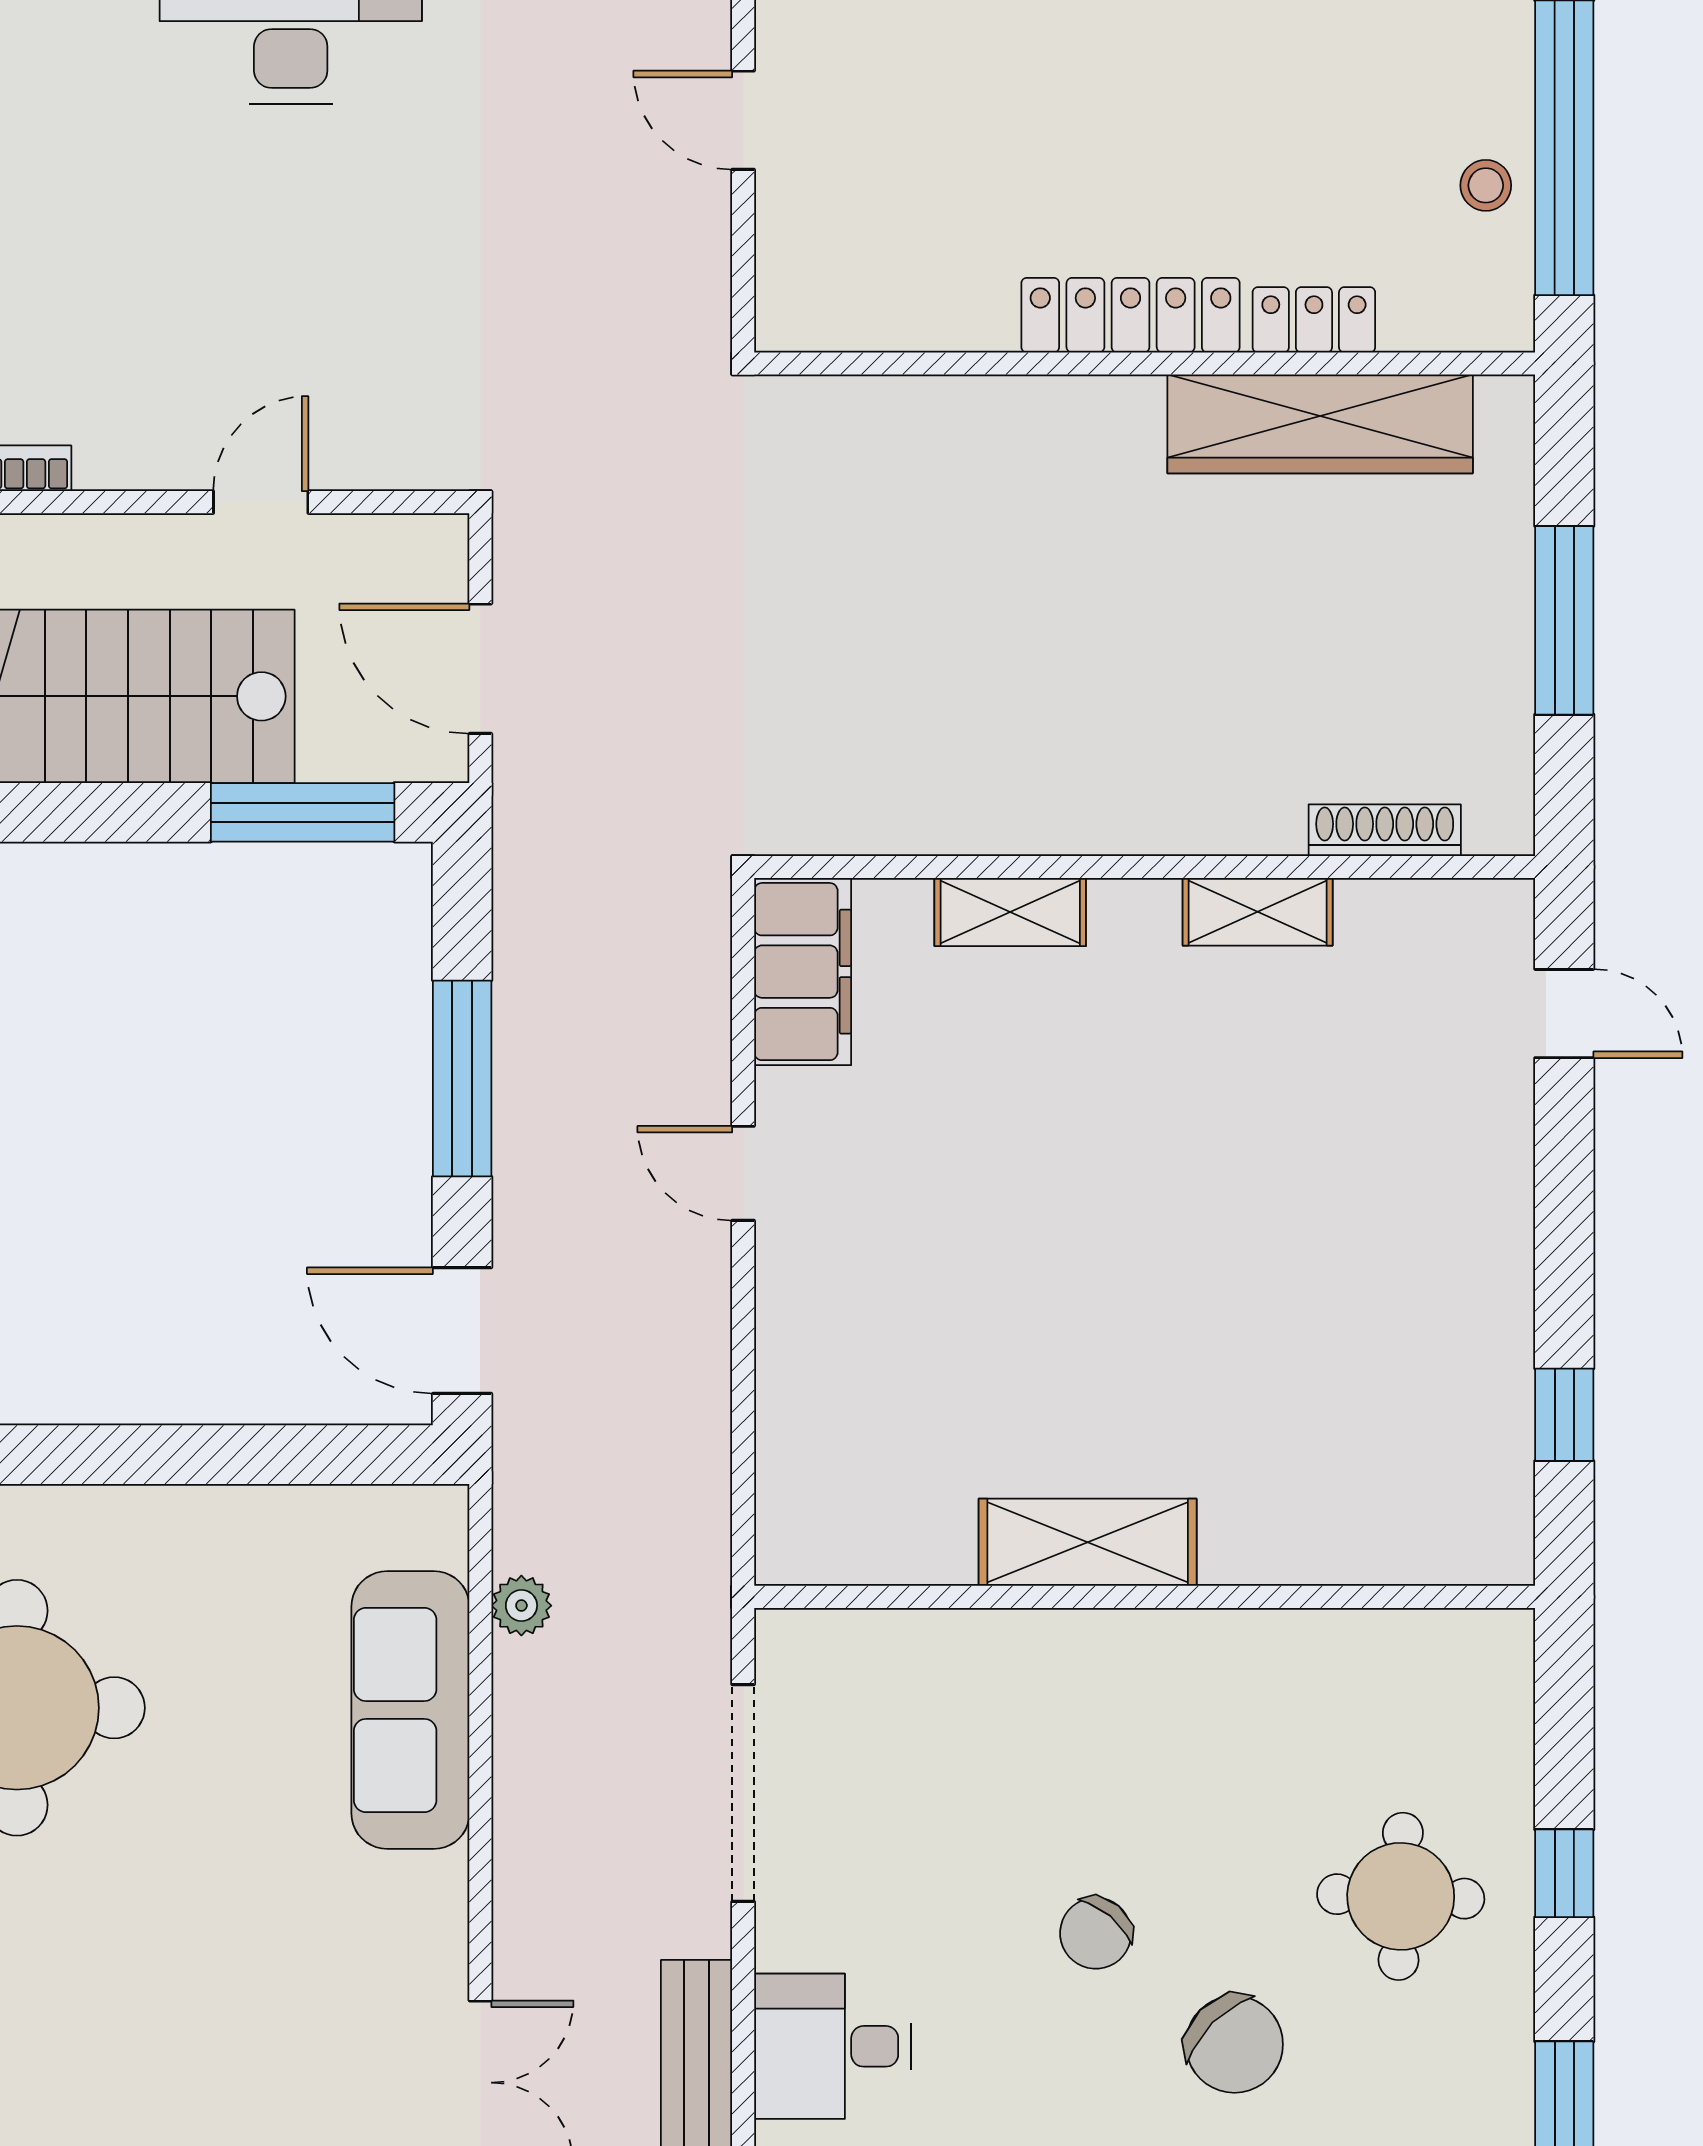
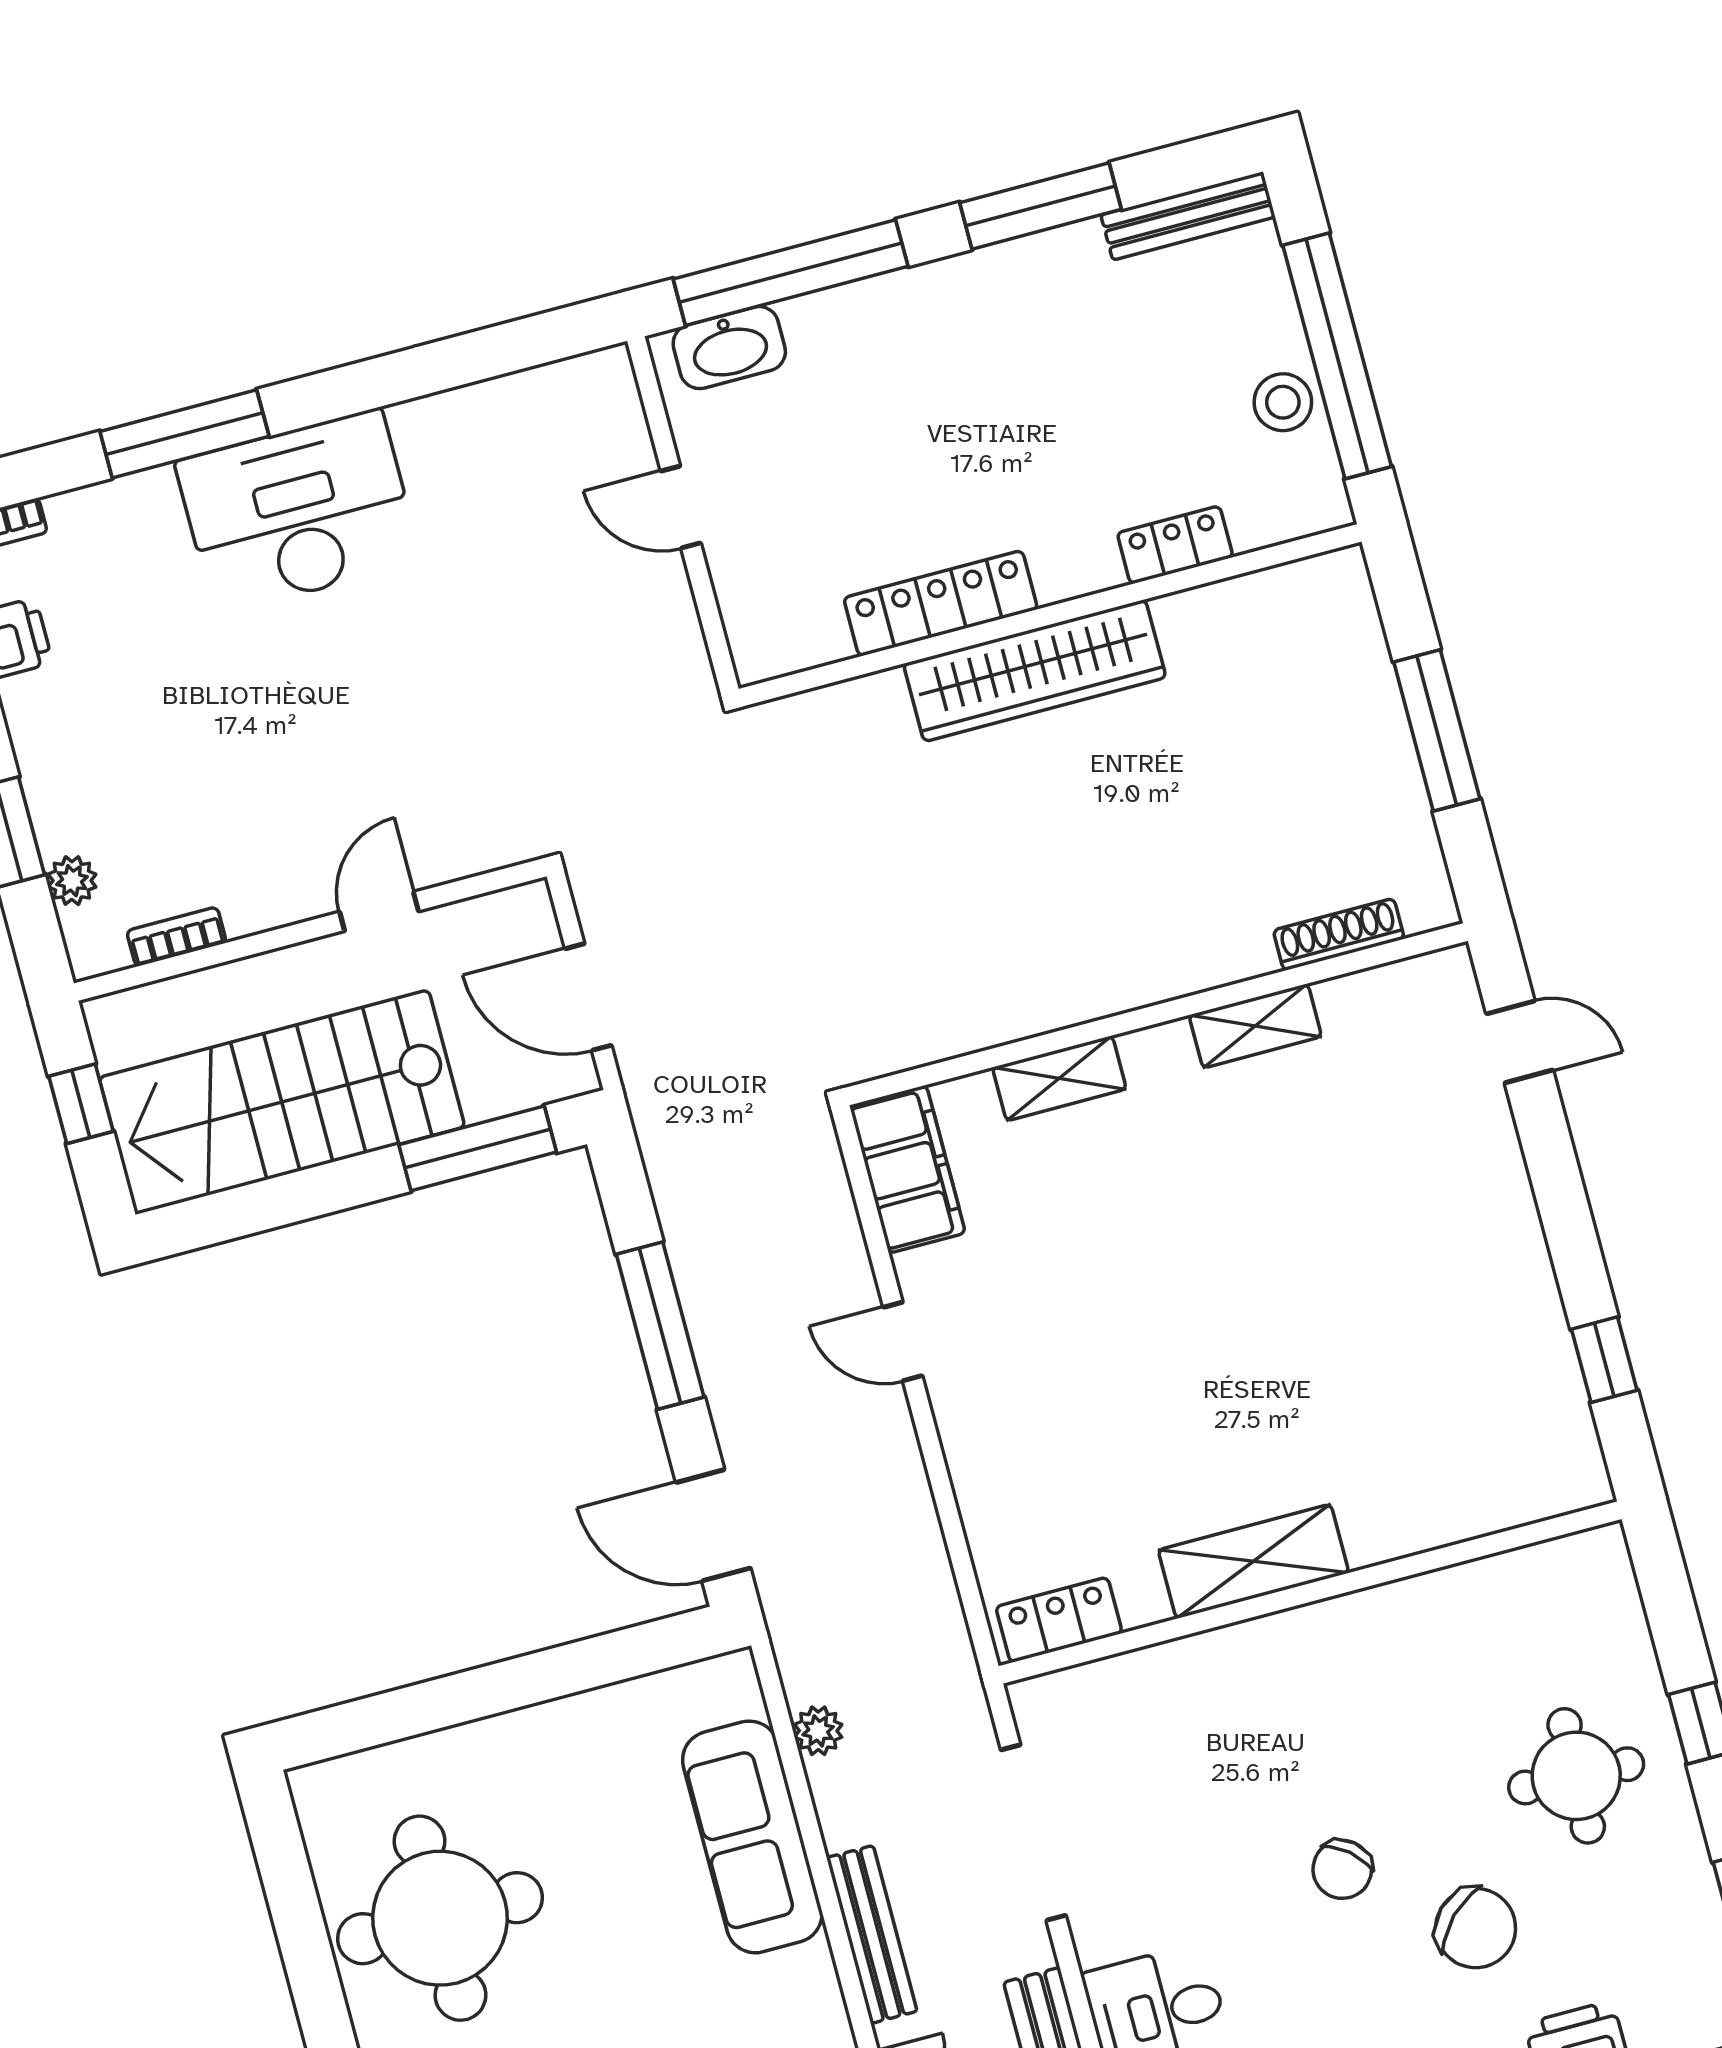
stool: (1486, 185) -> (1283, 402), width x1.37, depth x1.37
locker: (1131, 315) -> (941, 603), moved
wardrobe: (1320, 424) -> (1035, 671), moved
locker: (840, 1550) -> (1059, 1620), added
bench: (521, 1862) -> (872, 1934), added

